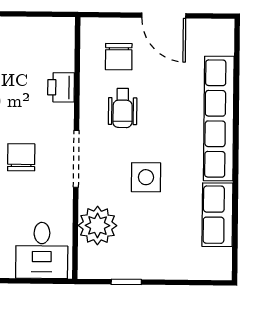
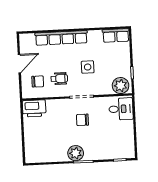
printer: (61, 87) -> (34, 108), moved, width x1.87, depth x1.48
row of seats: (217, 215) -> (116, 35), moved
plant: (98, 225) -> (121, 86), moved

